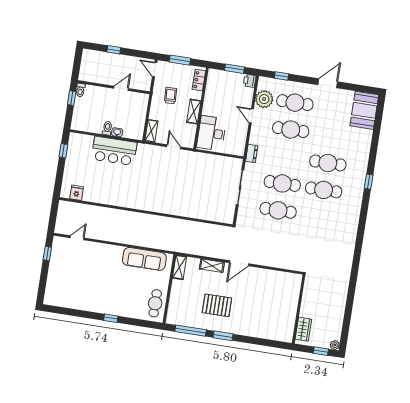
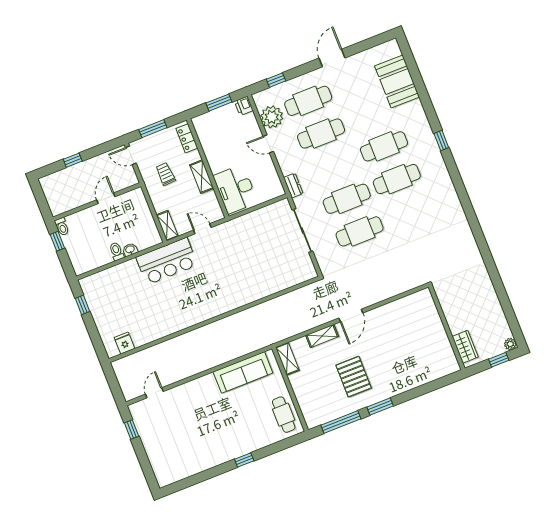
booth: (364, 110) -> (397, 82), moved
bar counter: (114, 151) -> (167, 261), moved
pallet: (217, 305) -> (354, 377), turned 90

